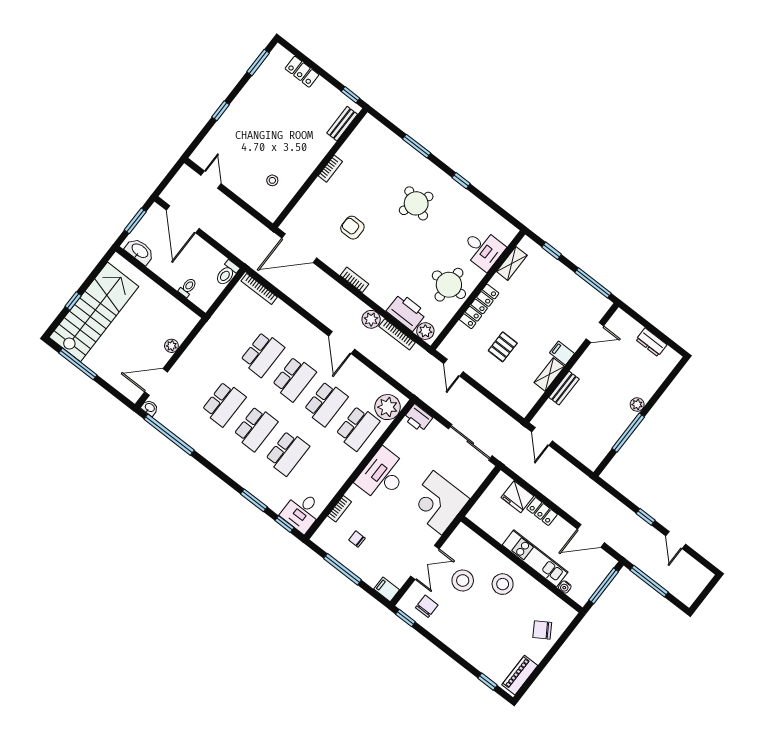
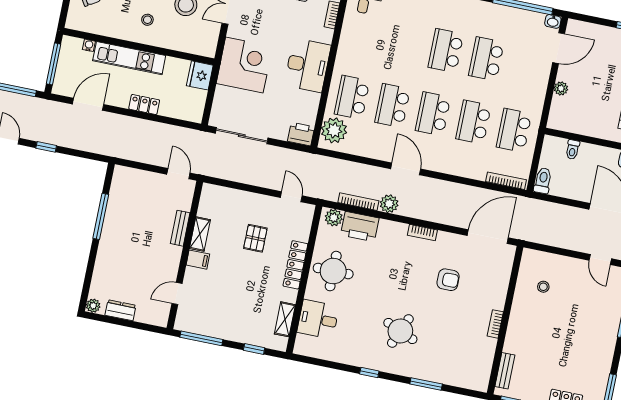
plant: (637, 405) -> (93, 306), moved
school desk: (287, 453) -> (514, 130), moved
fridge: (517, 497) -> (200, 75), moved, turned -90
stool: (503, 584) -> (147, 20), width x0.53, depth x0.53

